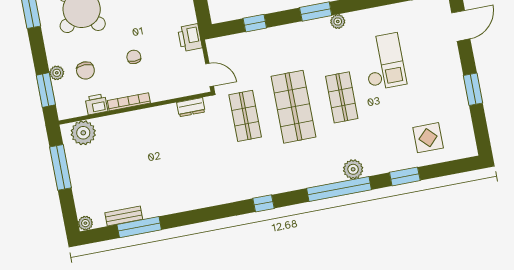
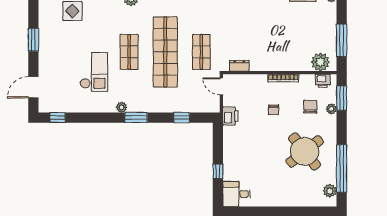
checkout: (384, 62) -> (94, 72), turned 180
printer: (96, 104) -> (323, 81), moved
shop shelf: (293, 107) -> (165, 52), width x1.40

